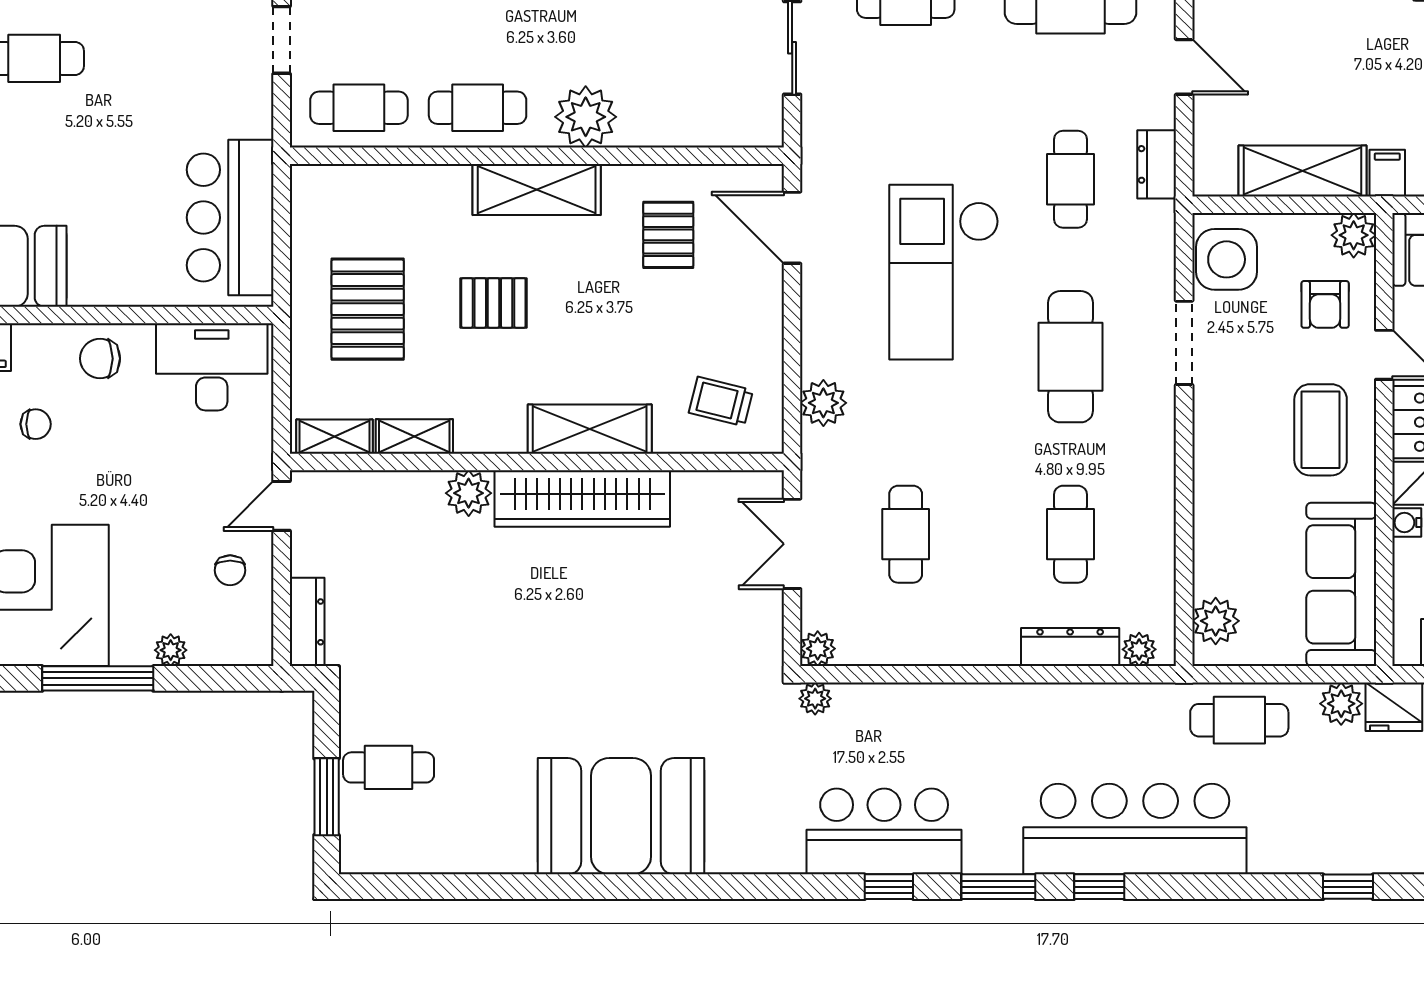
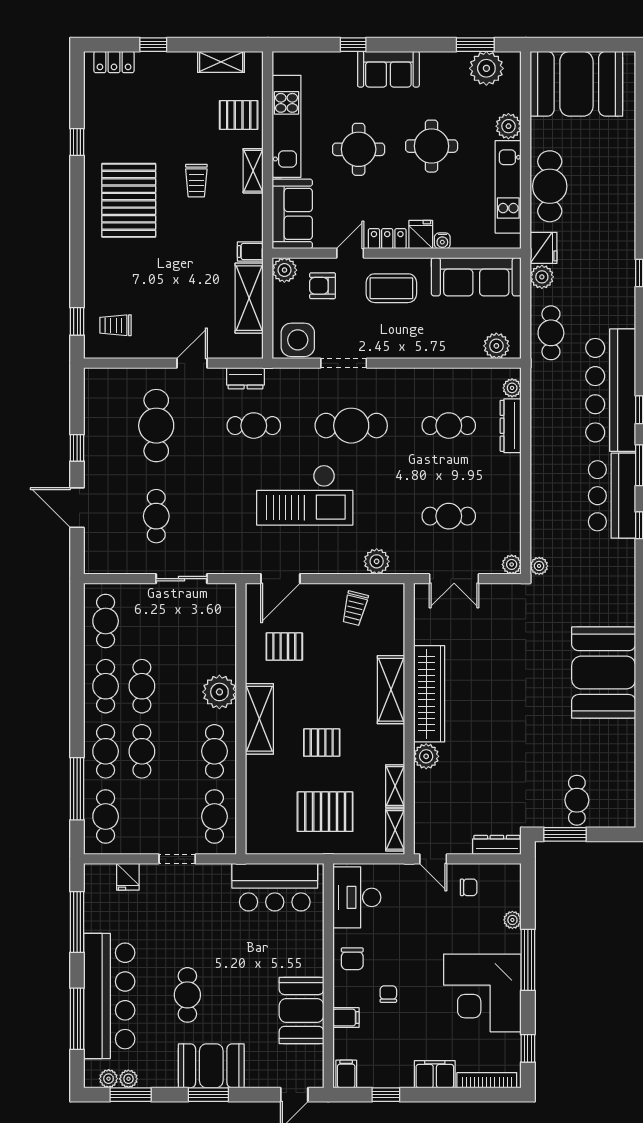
pallet: (493, 303) -> (322, 743), turned 90
armchair: (1325, 304) -> (323, 286), turned 180
trolley: (721, 402) -> (355, 608), moved
window: (327, 797) -> (565, 834), moved
bar counter: (884, 831) -> (612, 496), moved

